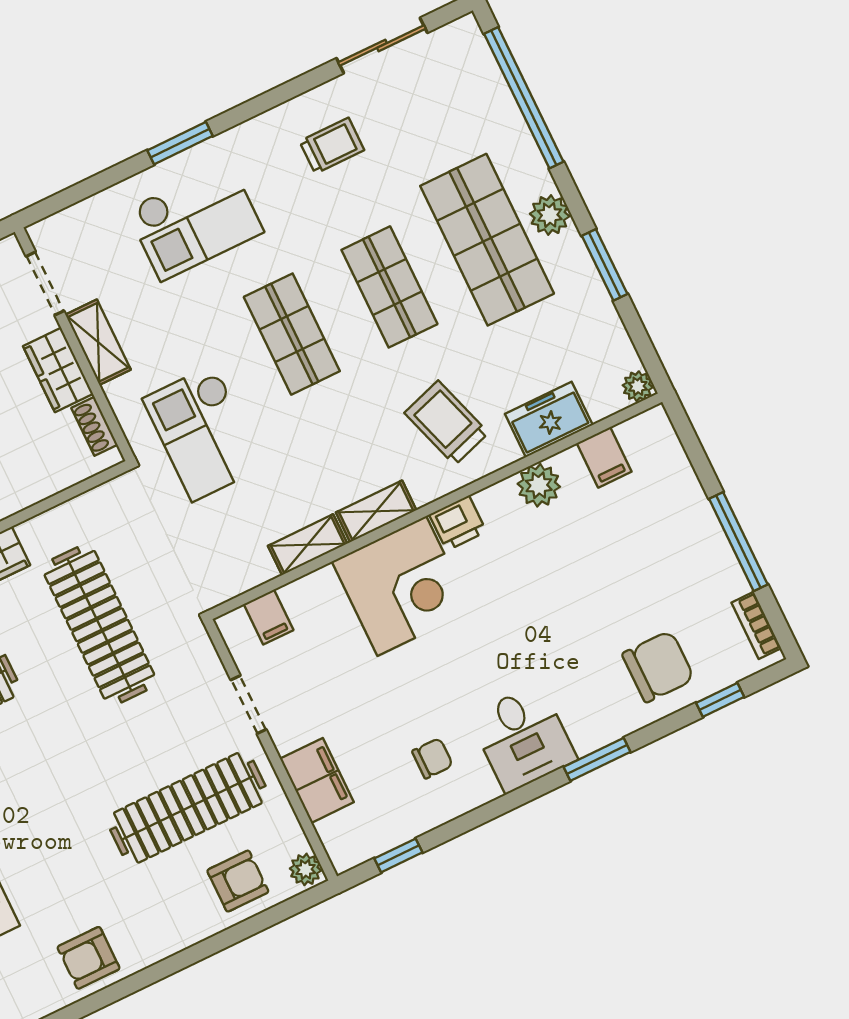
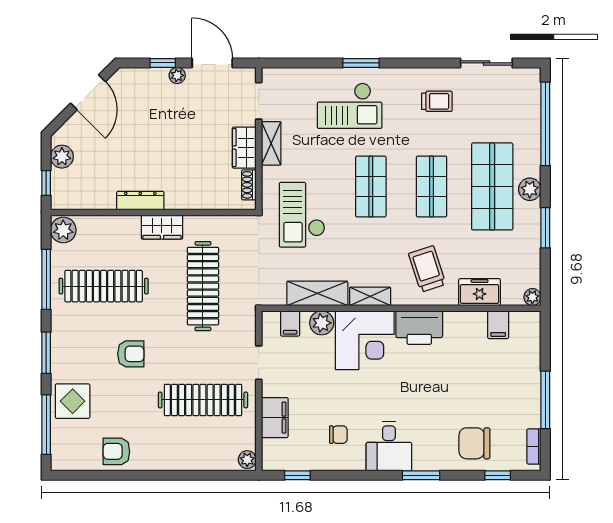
plant: (539, 485) -> (322, 323), moved
printer: (458, 523) -> (419, 328), width x1.87, depth x1.48
shelving: (308, 545) -> (317, 293), width x1.50, depth x1.33
chair: (658, 666) -> (474, 443), turned 180
armchair: (238, 881) -> (131, 354), moved

